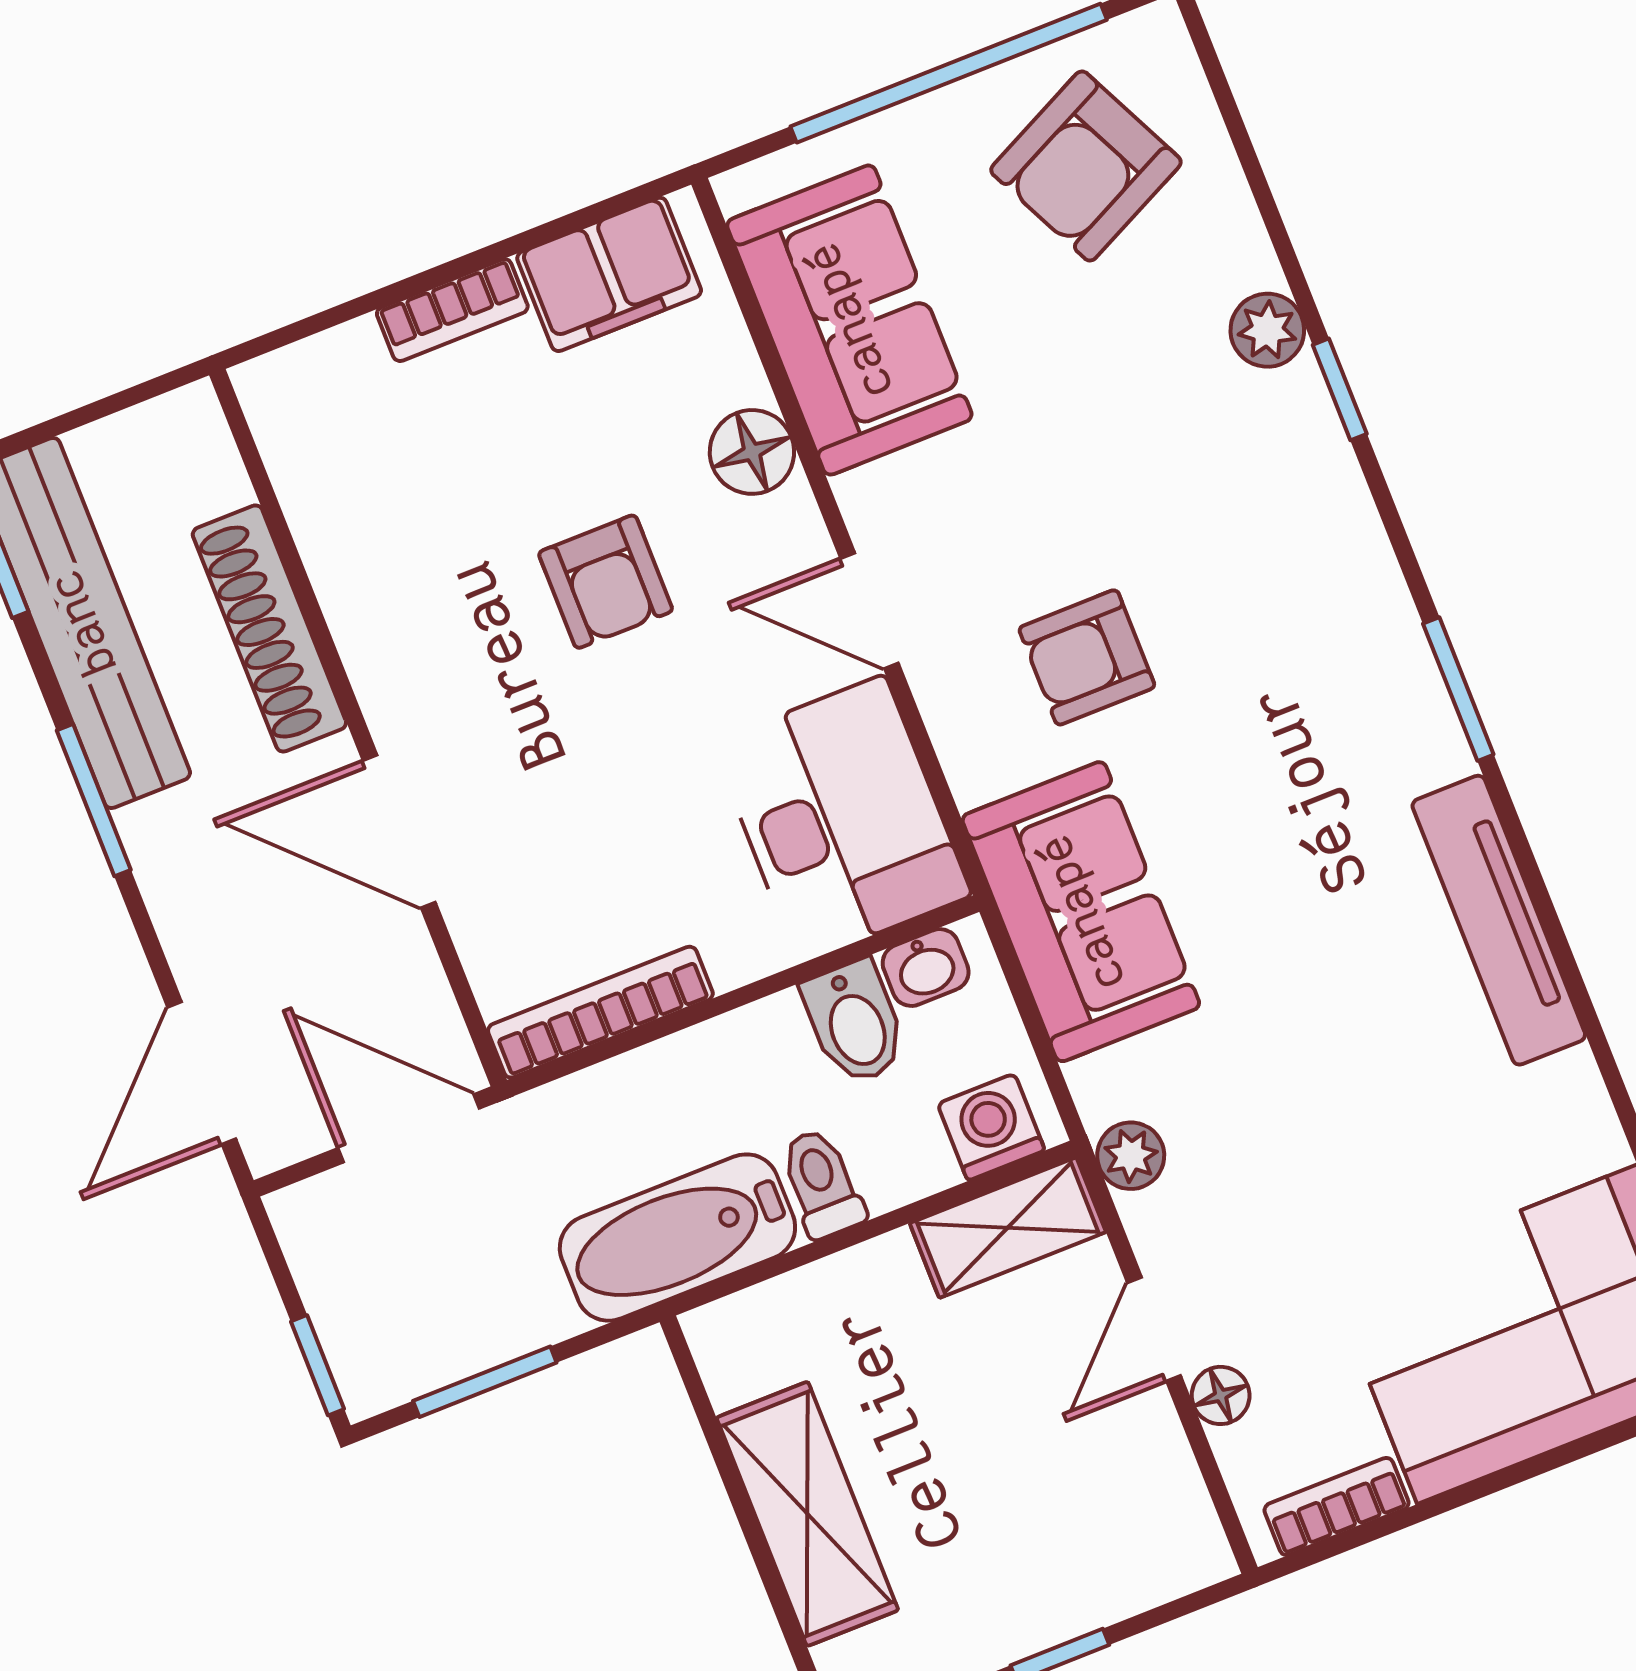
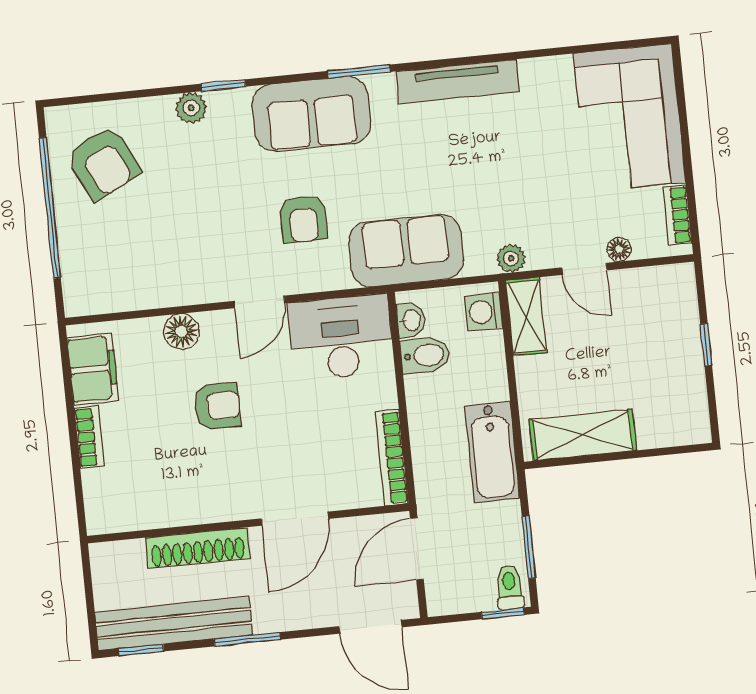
sofa: (849, 320) -> (311, 114), moved, turned 180
toilet: (822, 1183) -> (509, 587), moved, turned 90
shelving: (807, 1514) -> (583, 435), moved

